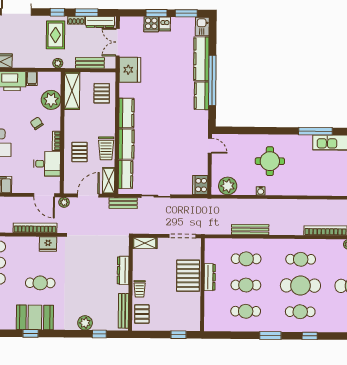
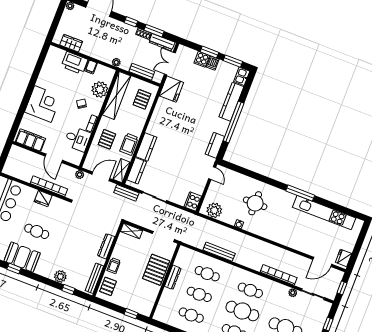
rug: (55, 35) -> (123, 39), removed
shelving: (72, 91) -> (117, 95), width x1.47
kitchen counter: (201, 96) -> (215, 145), moved
kitchen counter: (126, 113) -> (156, 122), removed
door: (44, 195) -> (54, 158), moved
fridge: (48, 244) -> (43, 199), moved

